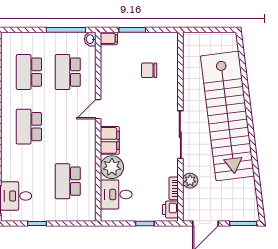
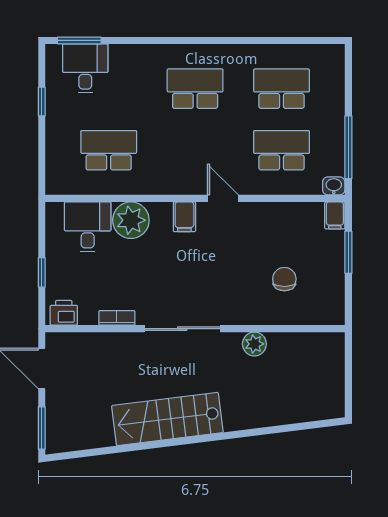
stairs: (227, 116) -> (167, 419), width x0.54, depth x0.66
filing cabinet: (110, 140) -> (184, 217), width x0.50
plant: (190, 181) -> (254, 344), moved
bookcase: (174, 188) -> (117, 318), moved

